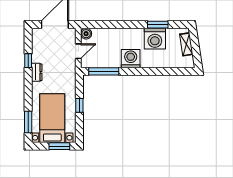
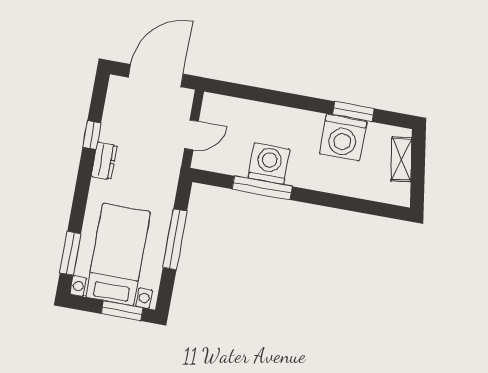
boiler: (86, 34) -> (213, 104), removed
washing machine: (131, 59) -> (269, 164), moved
window: (104, 71) -> (262, 188), moved
window: (79, 105) -> (175, 239), width x2.17

